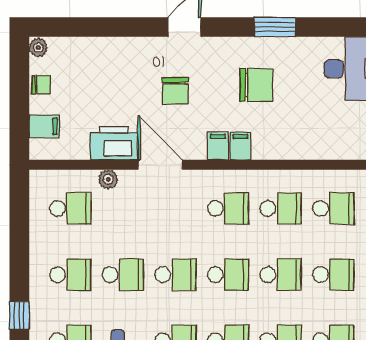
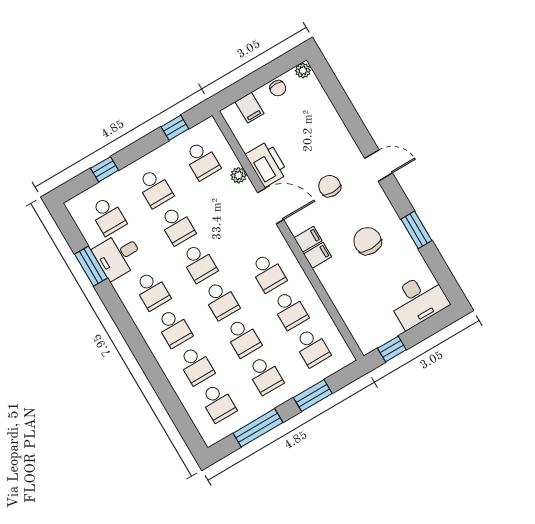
chair: (256, 85) -> (367, 241), turned 180
chair: (176, 91) -> (330, 186), turned 91
door: (160, 165) -> (271, 206), hinge flipped
window: (19, 216) -> (175, 128), added

